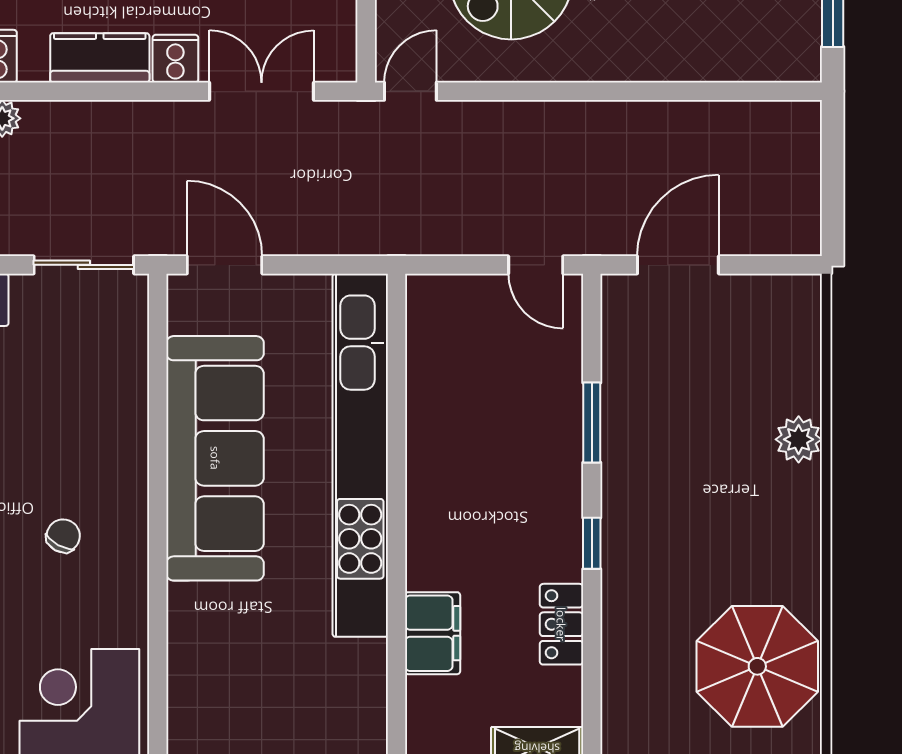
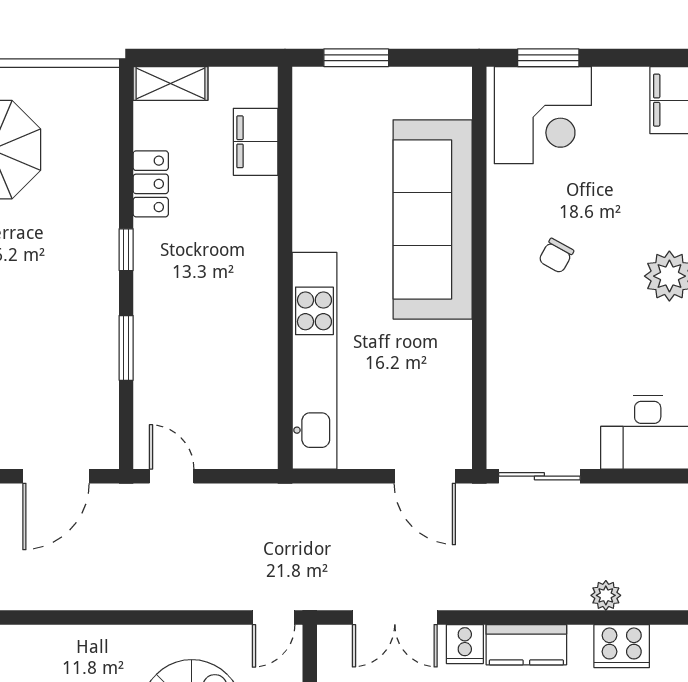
kitchen unit: (360, 455) -> (314, 361), width x0.73
sofa: (215, 458) -> (433, 219), moved
filing cabinet: (433, 633) -> (256, 142), moved

